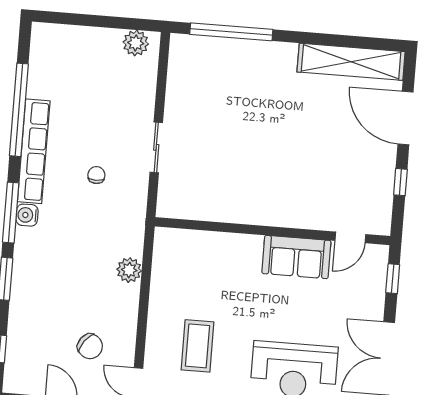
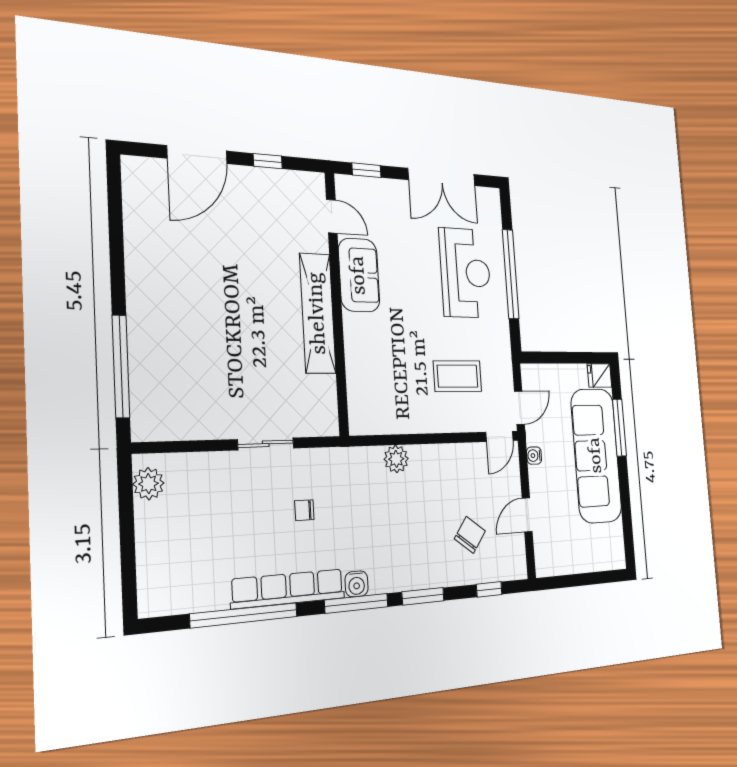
shelving: (351, 62) -> (318, 313), moved
chair: (90, 346) -> (470, 535), moved

